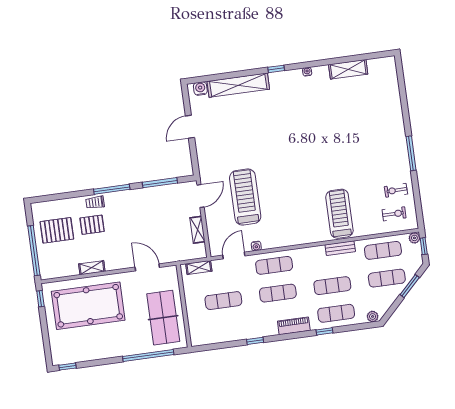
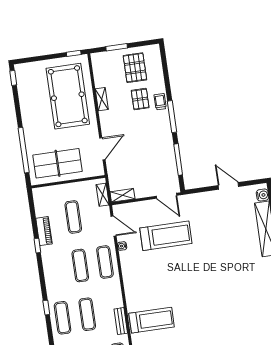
shelving: (198, 230) -> (122, 195), moved
window: (34, 251) -> (117, 47), width x0.47
piano: (294, 326) -> (44, 231), moved

